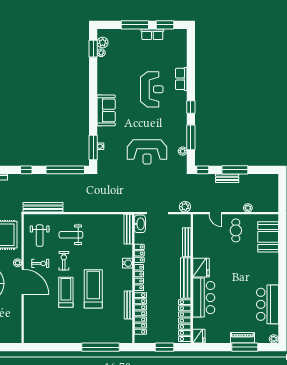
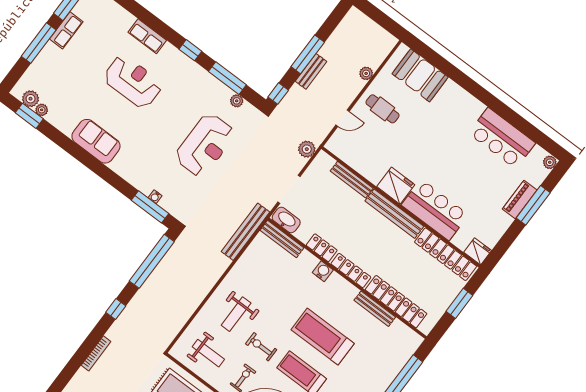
sofa: (106, 110) -> (96, 141), moved
bench: (43, 207) -> (246, 232), moved

